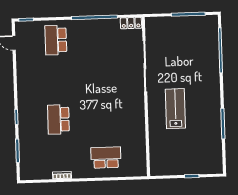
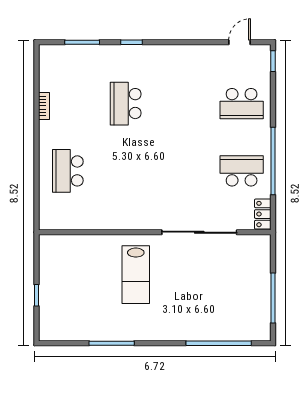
school desk: (102, 39) -> (242, 171), added
school desk: (56, 40) -> (242, 104), turned 180
lab bench: (175, 109) -> (136, 275), turned 90
school desk: (58, 119) -> (126, 104), turned -90
school desk: (106, 157) -> (68, 171), turned 180

